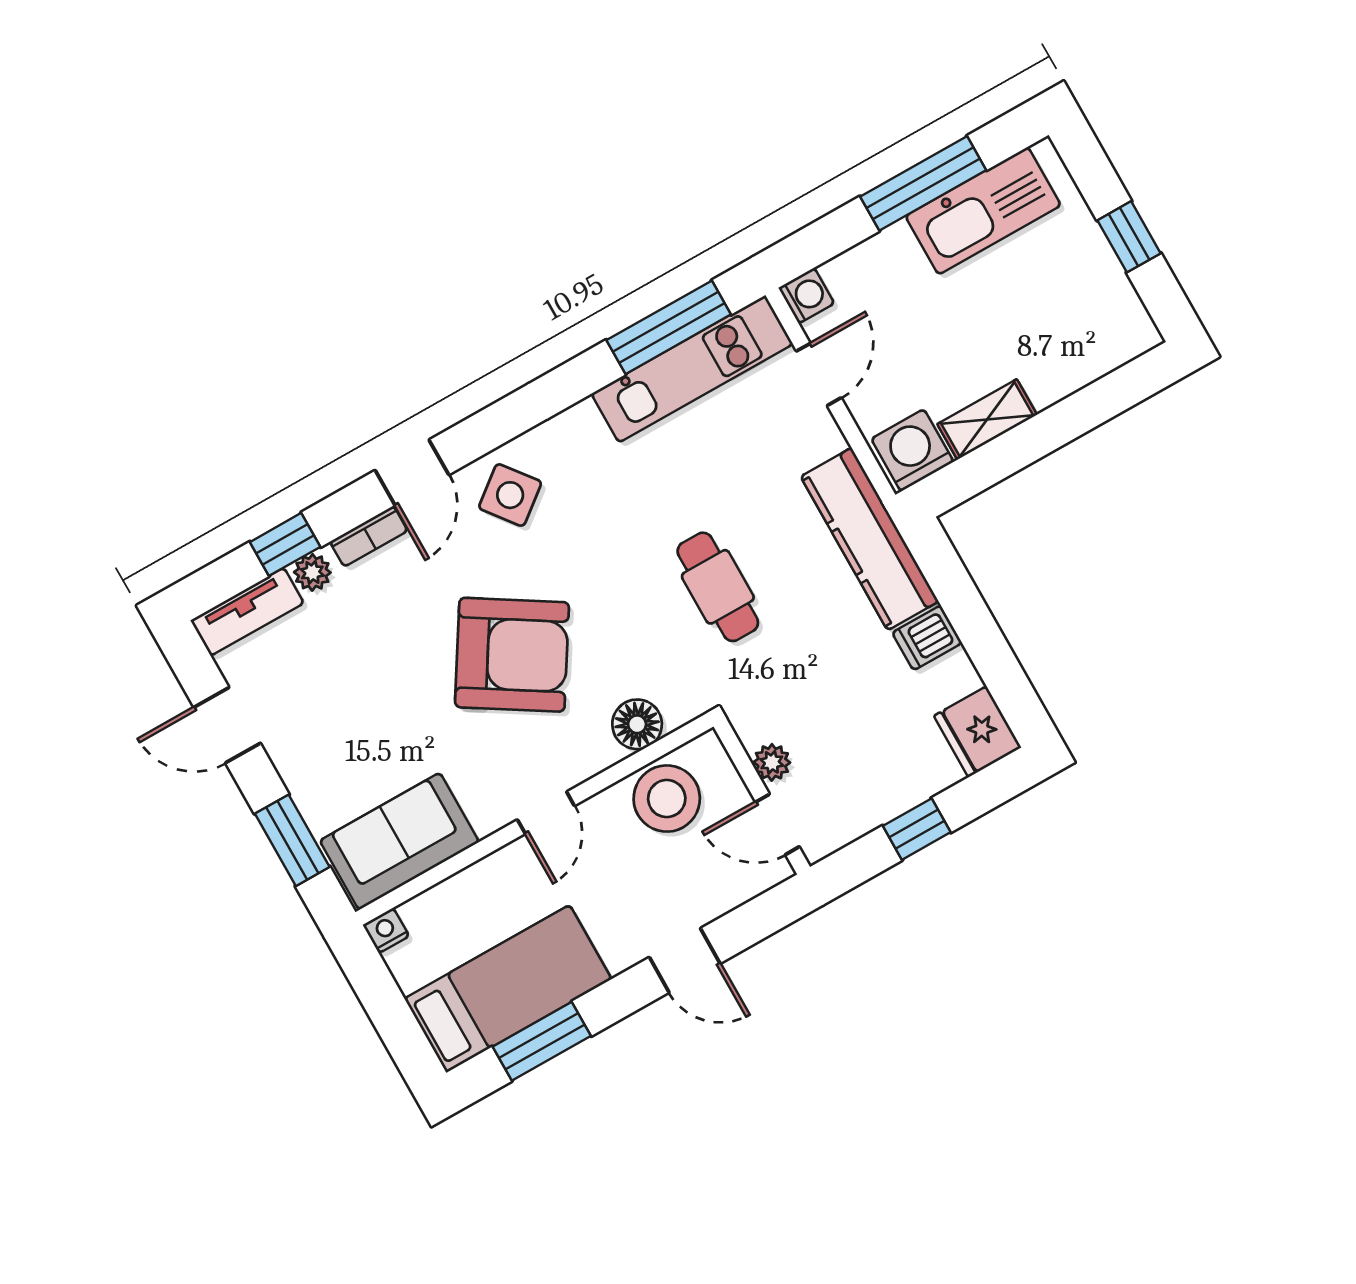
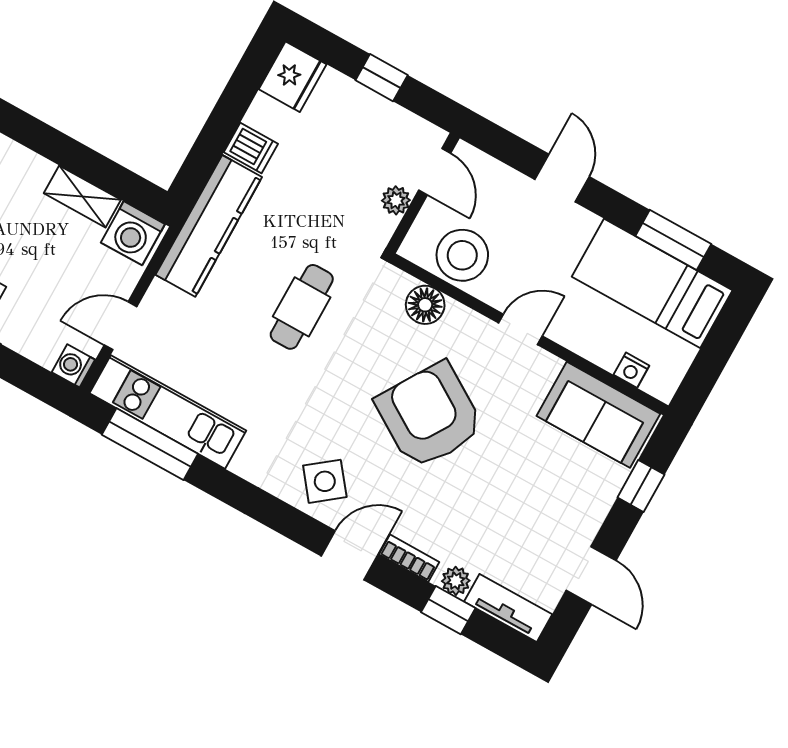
window: (292, 840) -> (641, 486), width x0.67
nightstand: (386, 930) -> (631, 370), moved

